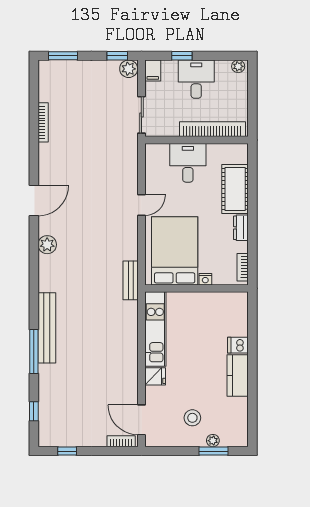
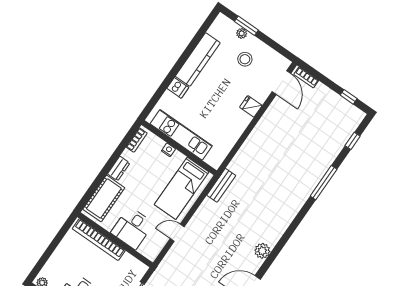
bookcase: (212, 129) -> (99, 240), moved
wall: (196, 140) -> (115, 240), moved
desk: (188, 163) -> (132, 228), moved
bed: (175, 251) -> (182, 188), width x0.67
bench: (47, 328) -> (303, 193), removed
kitchen unit: (155, 329) -> (181, 135), moved, turned 90
kitchen counter: (238, 375) -> (198, 59), width x1.50

